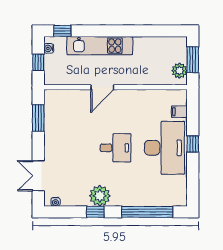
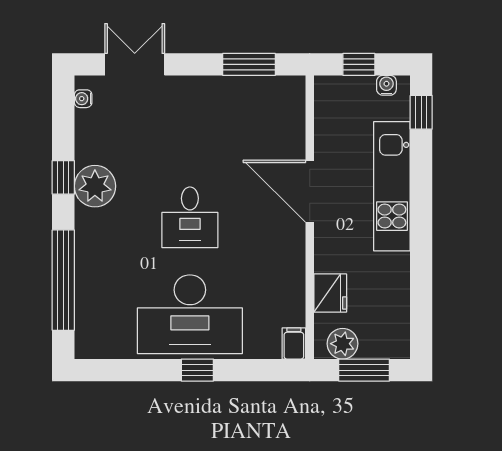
fridge: (154, 77) -> (330, 293), added
door: (102, 87) -> (310, 191), width x1.36
filing cabinet: (179, 112) -> (294, 343), moved

